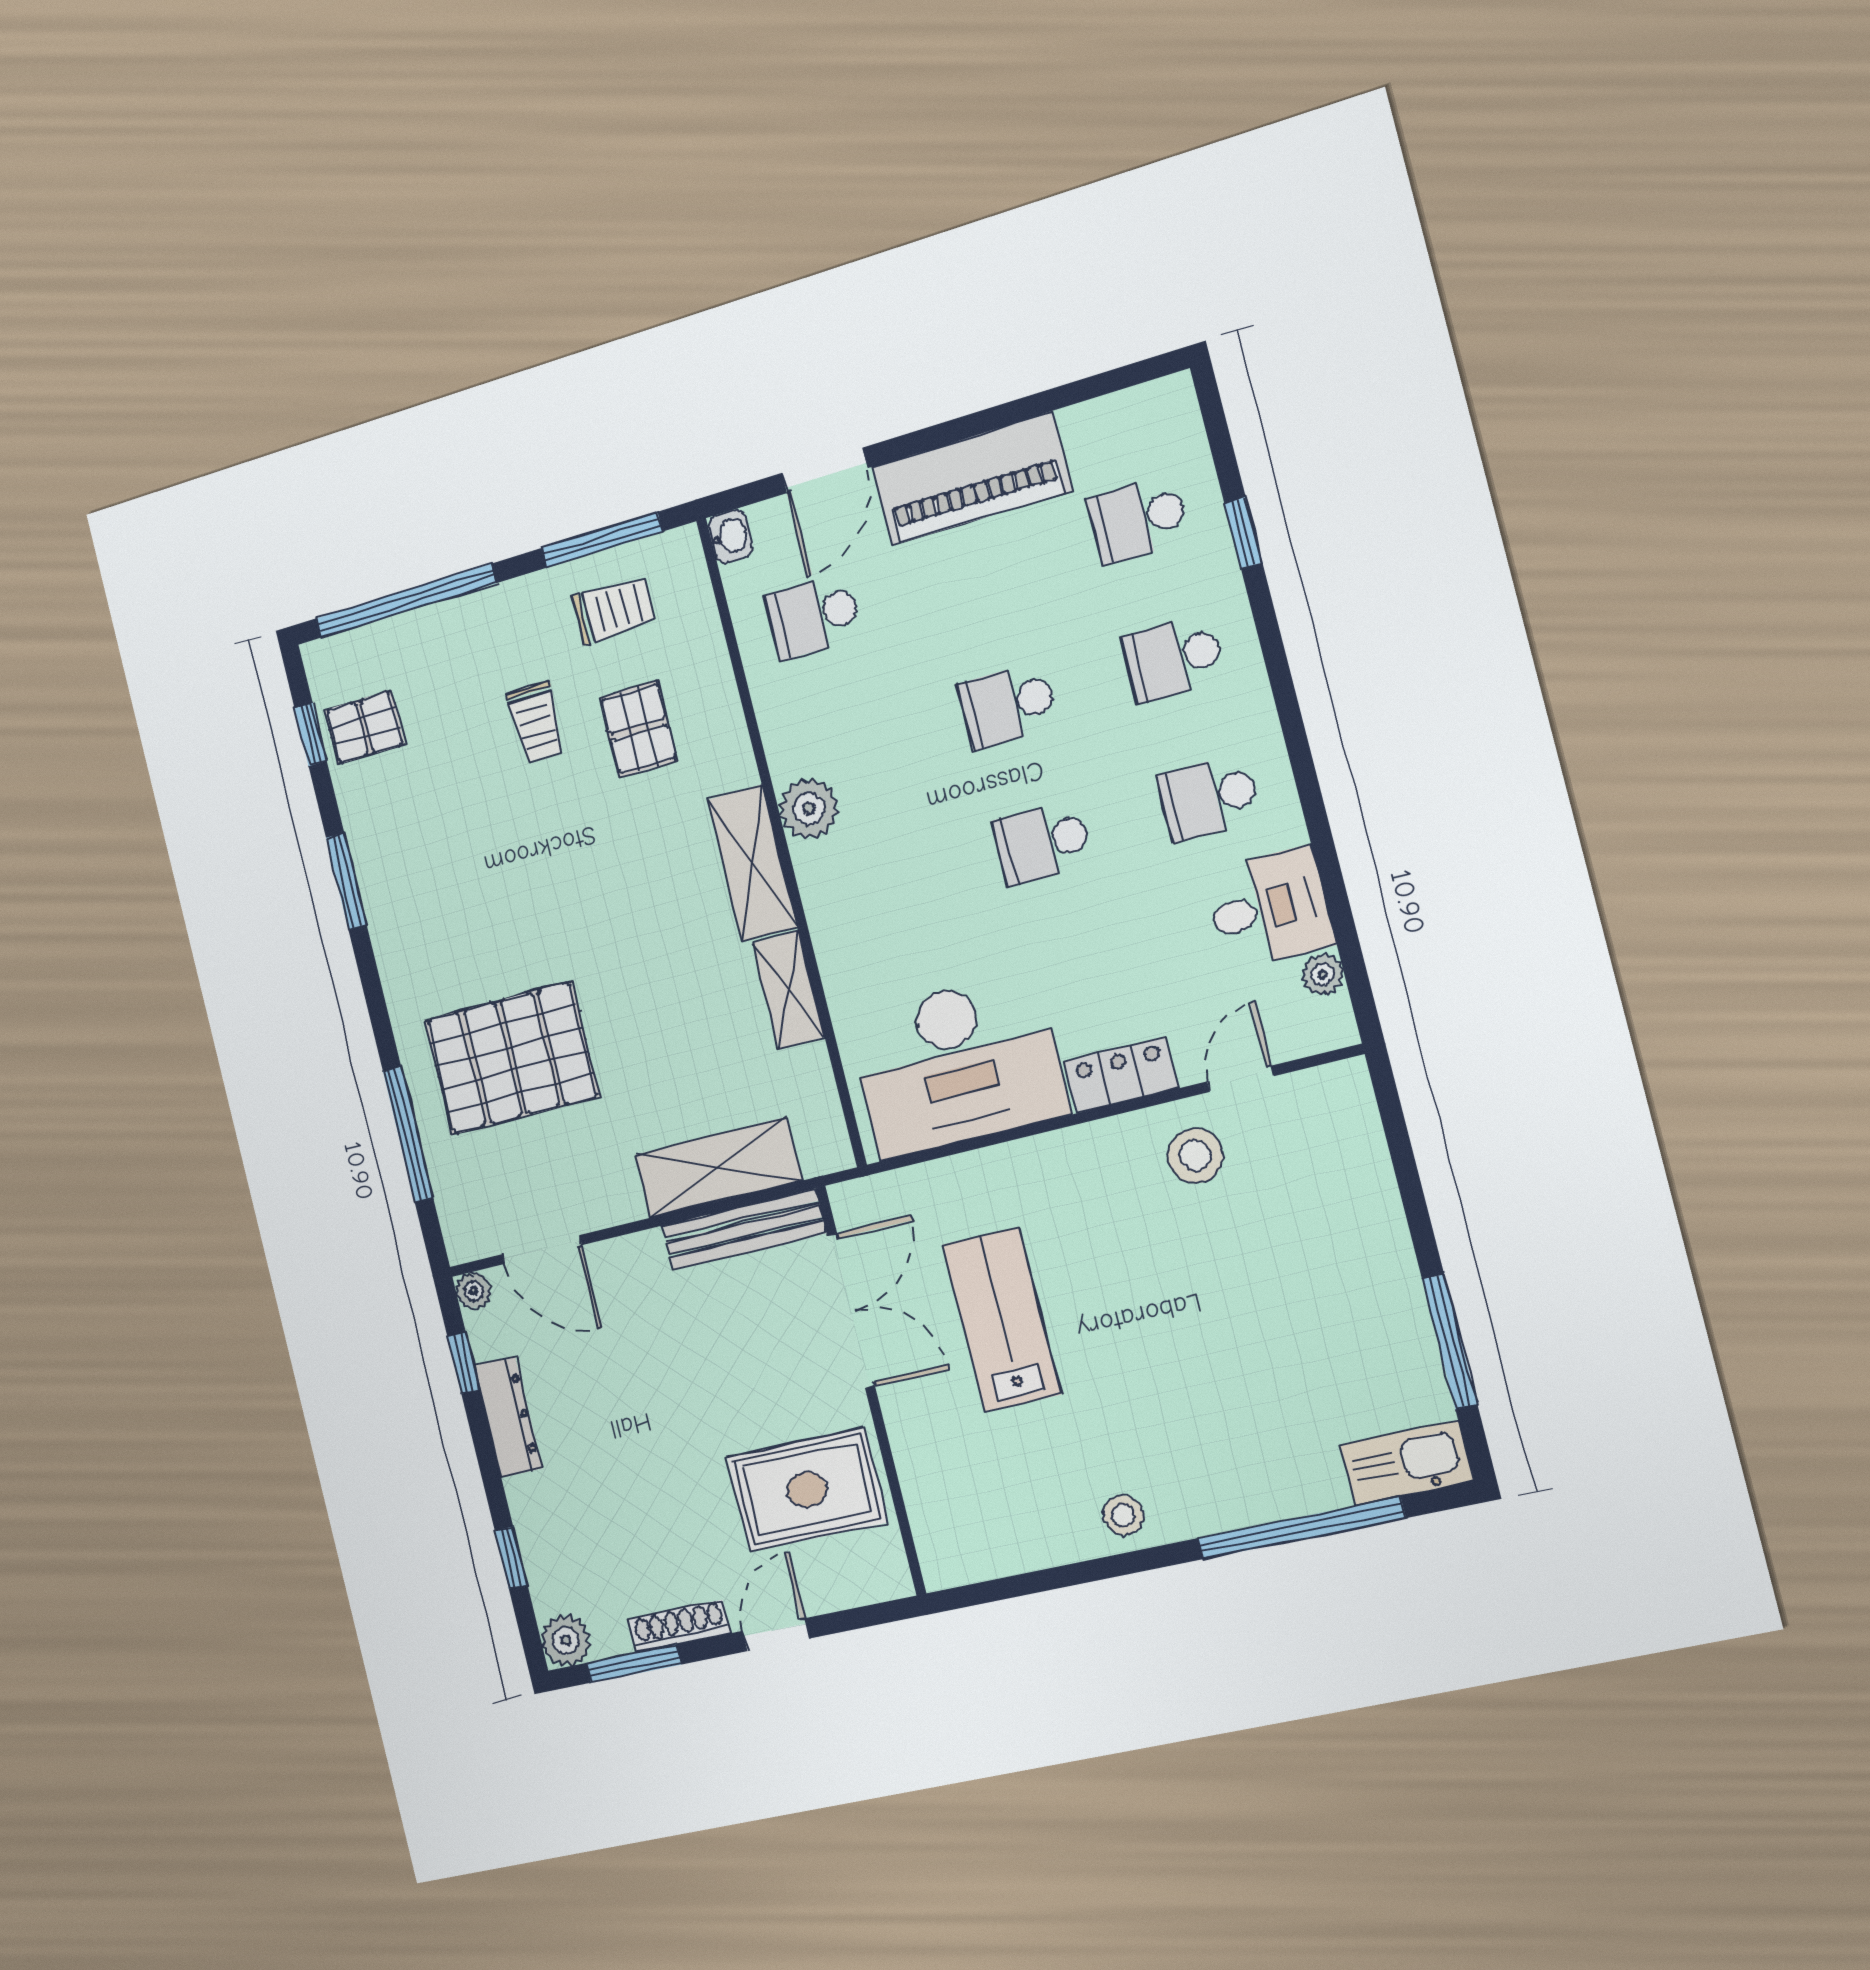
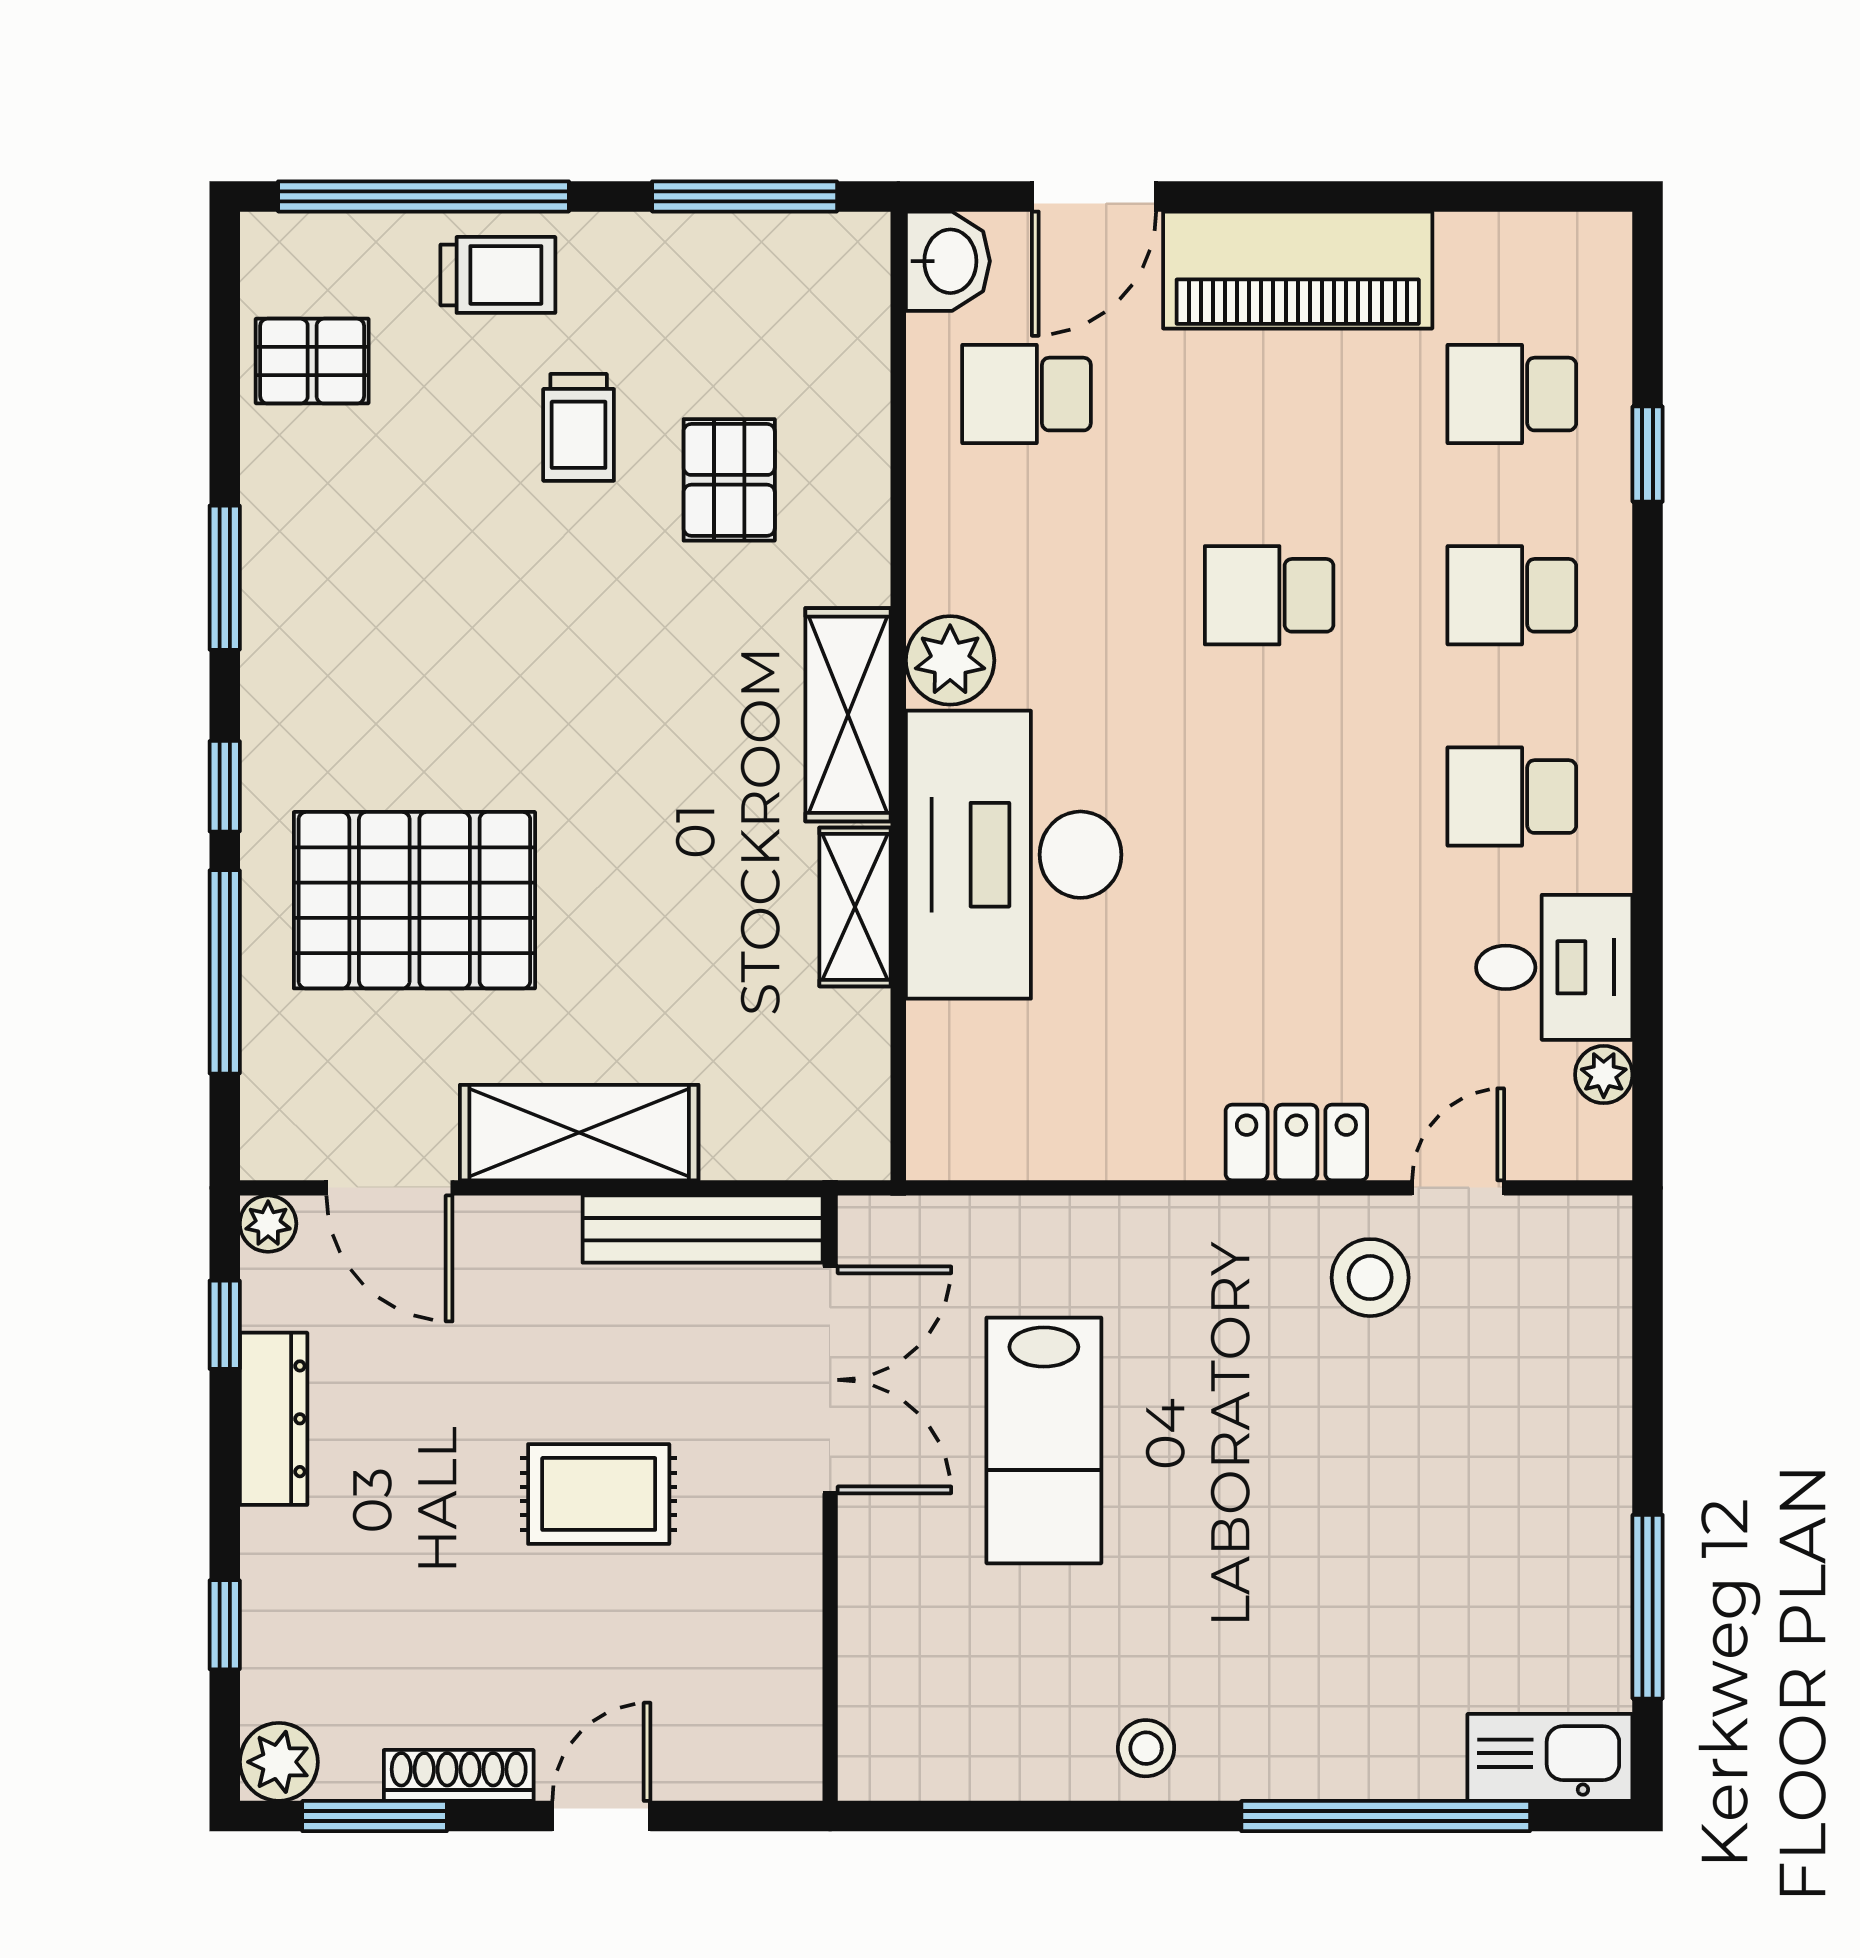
washbasin: (730, 536) -> (948, 261), width x1.38, depth x1.45
trolley: (614, 610) -> (498, 275), moved
window: (311, 735) -> (225, 786), moved
school desk: (1043, 843) -> (1269, 797), removed
desk: (958, 1065) -> (1014, 855), moved, turned 90
shelving: (718, 1168) -> (579, 1133), moved
lab bench: (1002, 1319) -> (1044, 1440), turned 180
rug: (807, 1490) -> (599, 1494), moved, width x0.73, depth x0.70

